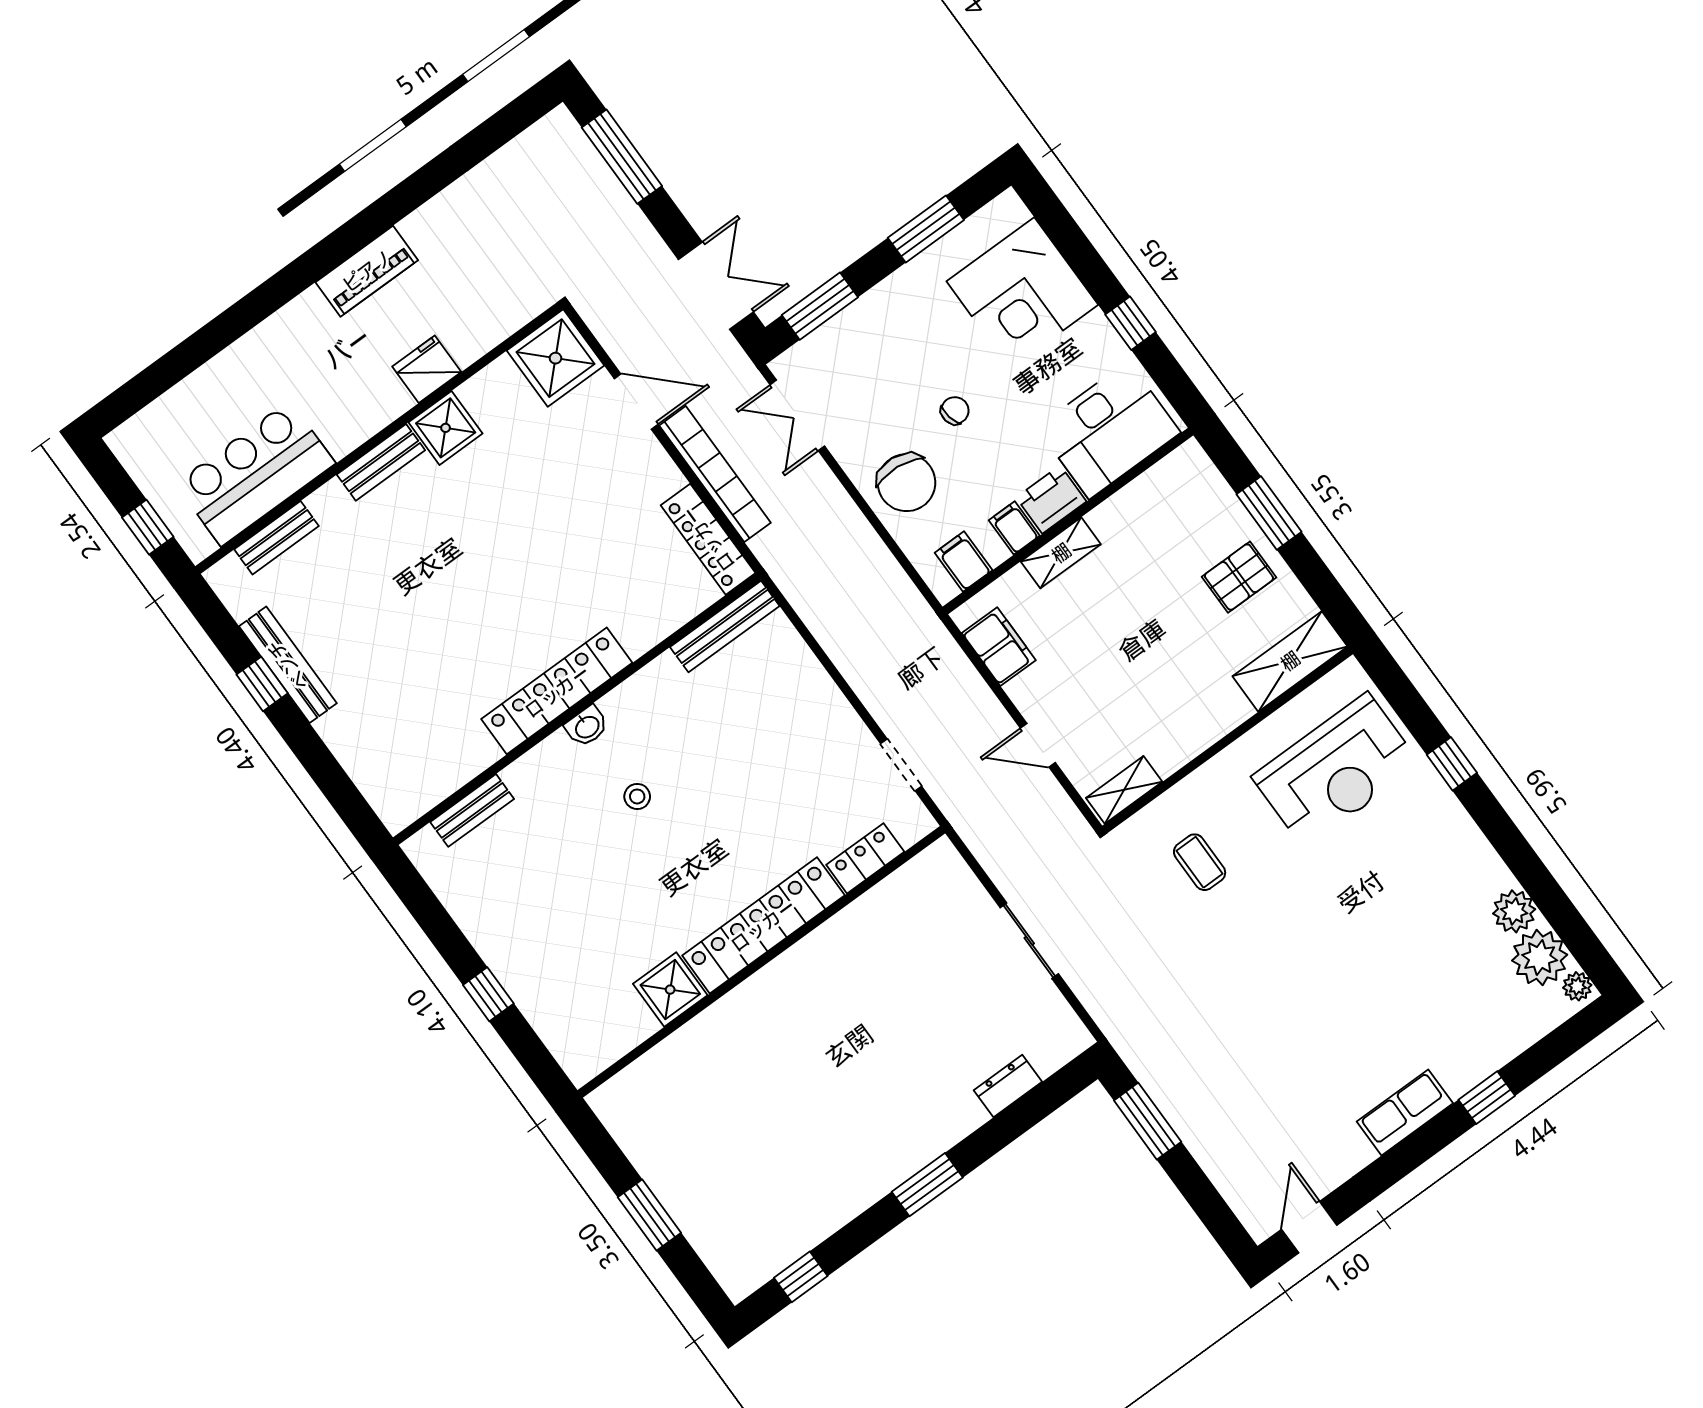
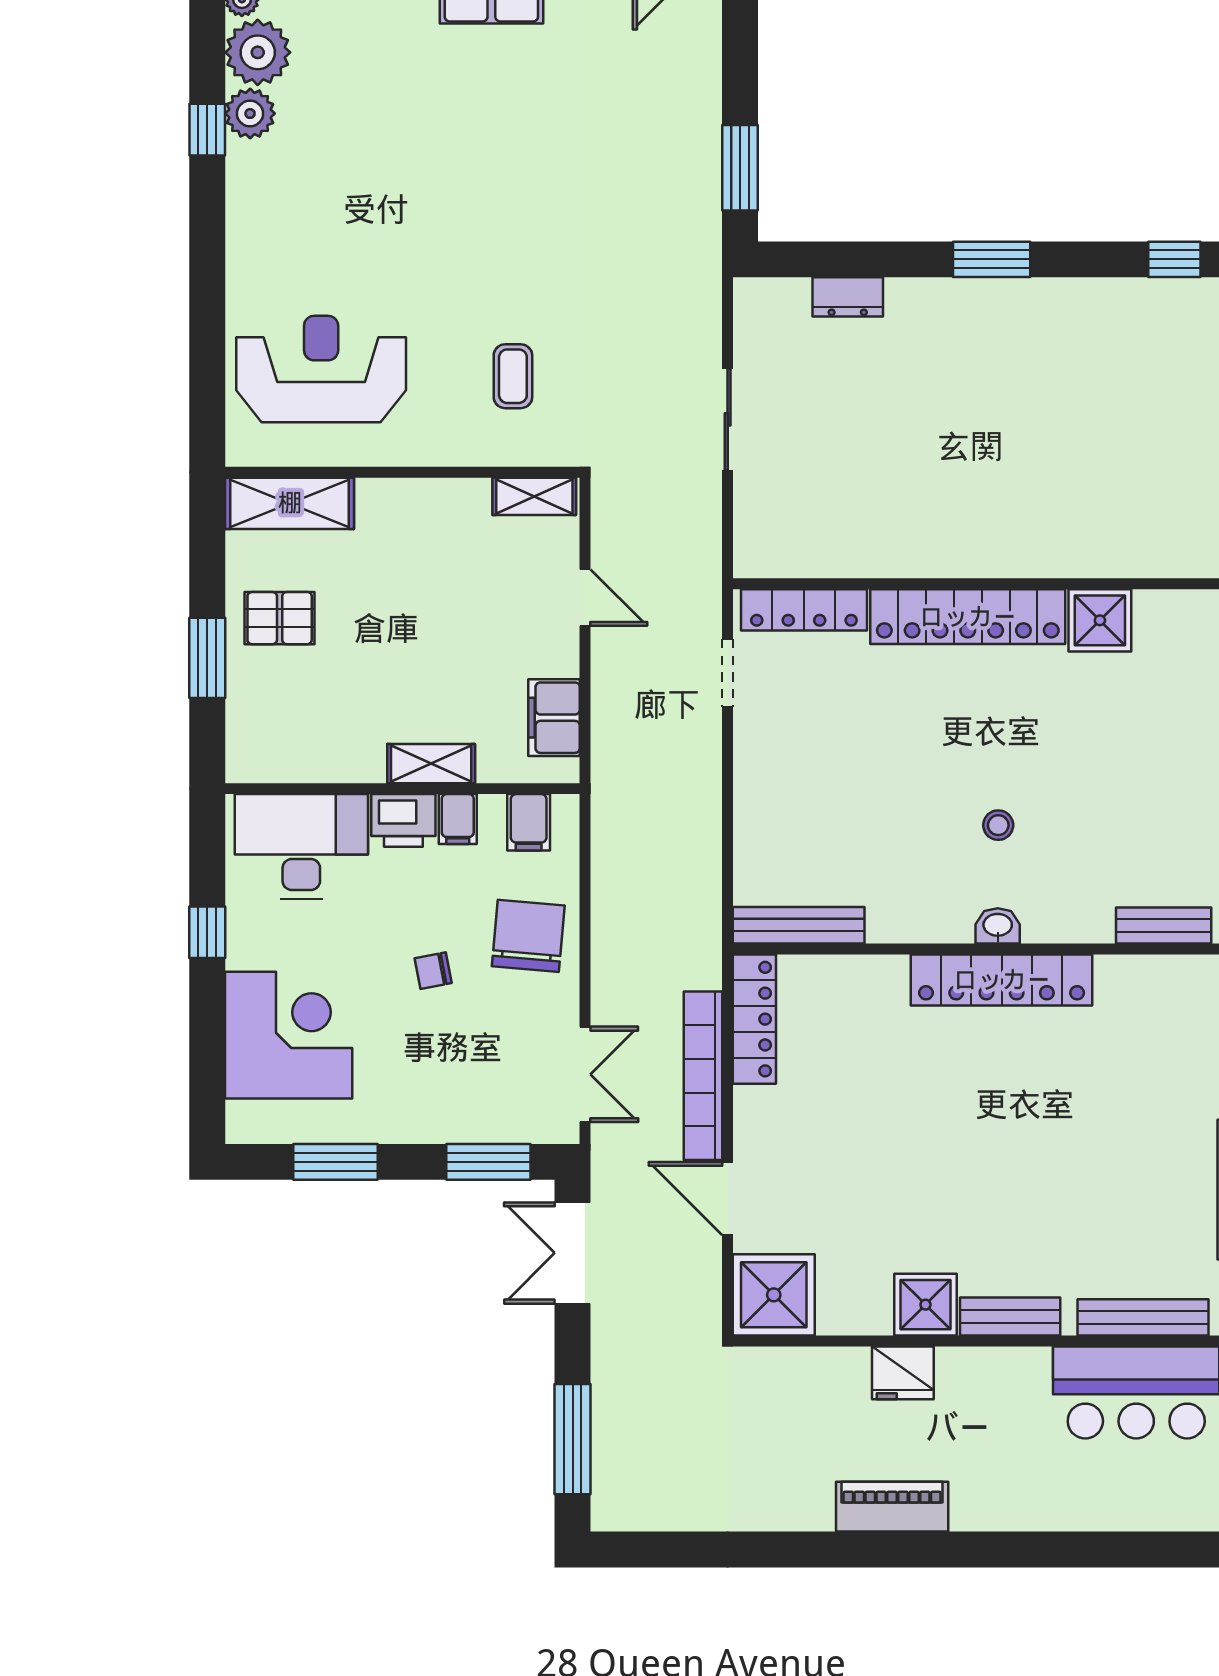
bench: (276, 538) -> (1143, 1317), width x1.36
window: (1452, 764) -> (207, 130), moved
locker: (865, 858) -> (804, 610), width x1.53

